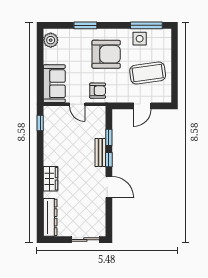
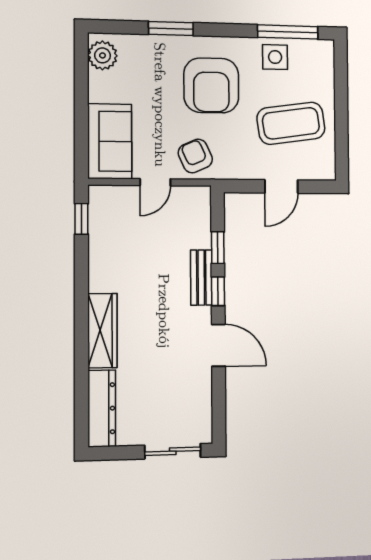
armchair: (106, 54) -> (211, 85), turned 90
armchair: (98, 91) -> (195, 156), turned -114
door: (77, 104) -> (155, 182), hinge flipped
wardrobe: (50, 179) -> (102, 331), width x1.50

